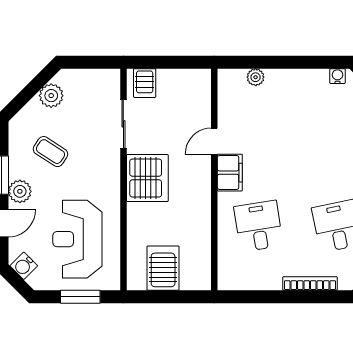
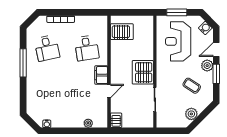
server rack: (145, 83) -> (116, 120), moved
reception desk: (77, 239) -> (178, 41), turned 180
server rack: (163, 268) -> (122, 32), moved, turned -90

